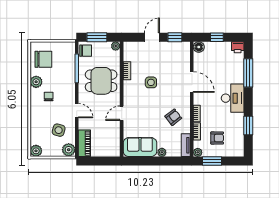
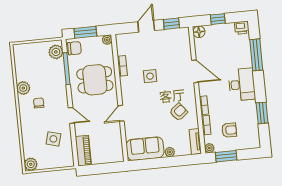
chair: (43, 59) -> (29, 62), removed
plant: (69, 150) -> (56, 52), moved

